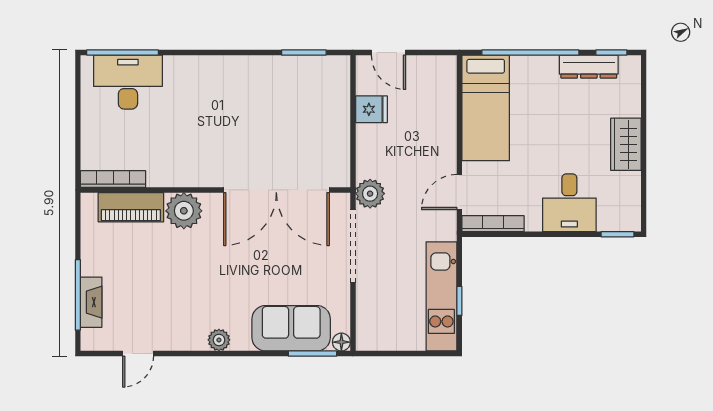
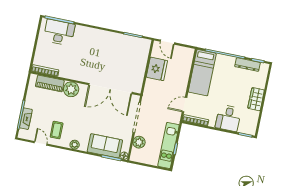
fridge: (371, 109) -> (157, 69), width x1.88, depth x1.34
plant: (370, 194) -> (139, 142), moved
coffee table: (169, 314) -> (57, 130), added
door: (138, 354) -> (41, 143), swing flipped

